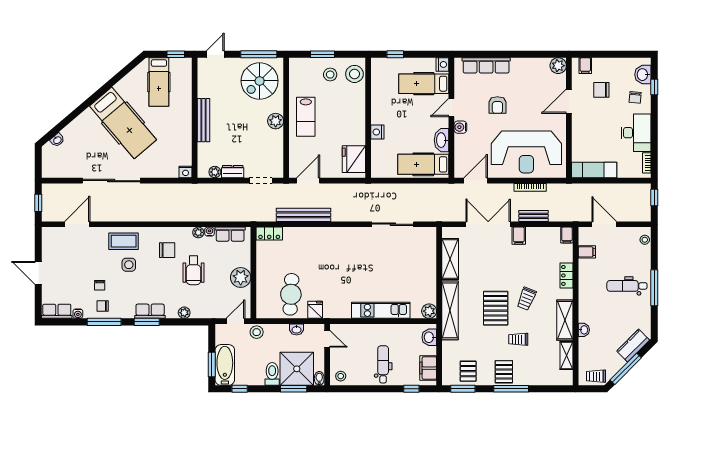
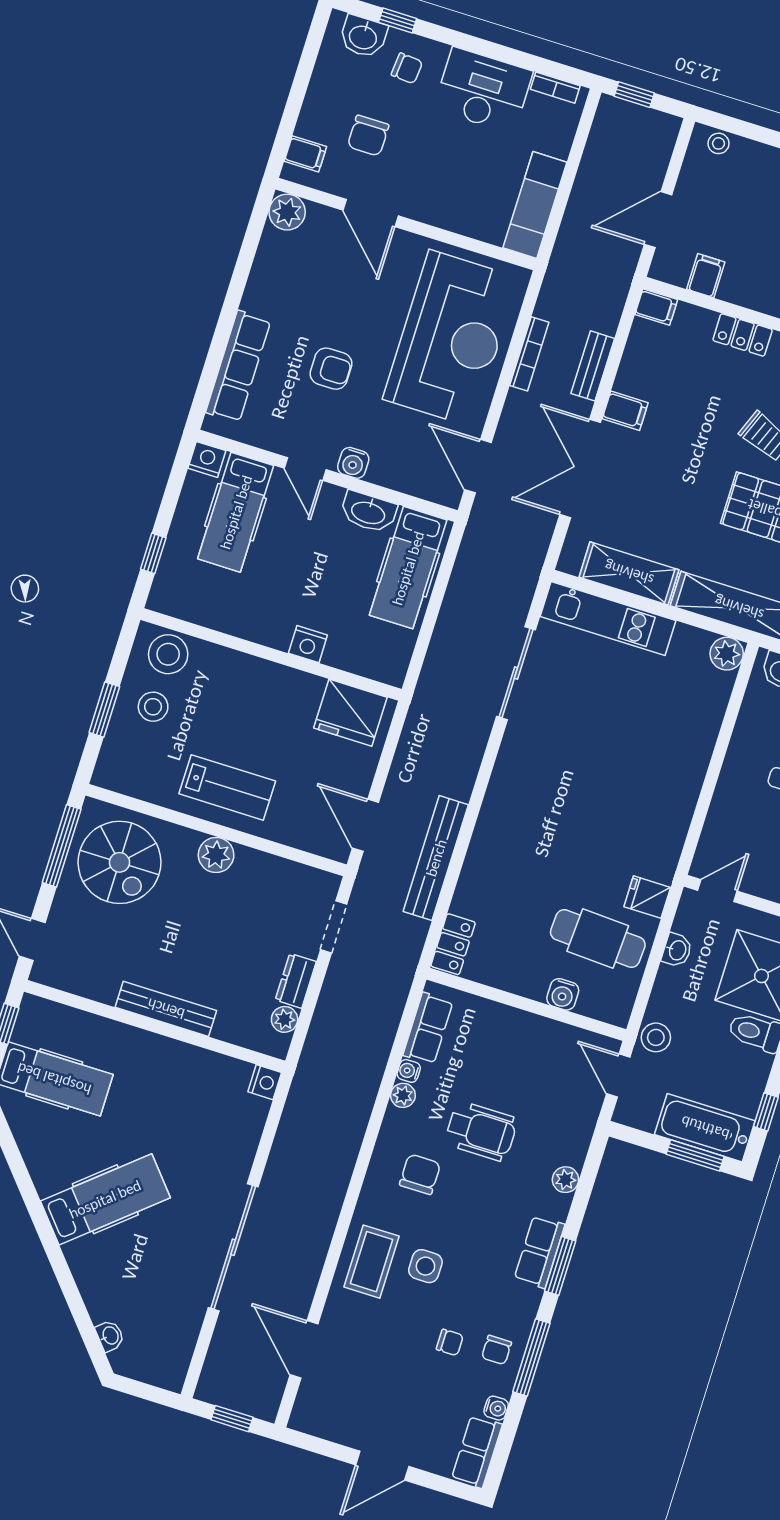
hospital bed: (123, 123) -> (105, 1199), width x0.73, depth x0.78
plant: (241, 277) -> (528, 1035), removed
water cooler: (263, 287) -> (563, 994), added
kitchen unit: (381, 310) -> (608, 618), moved, turned -90

